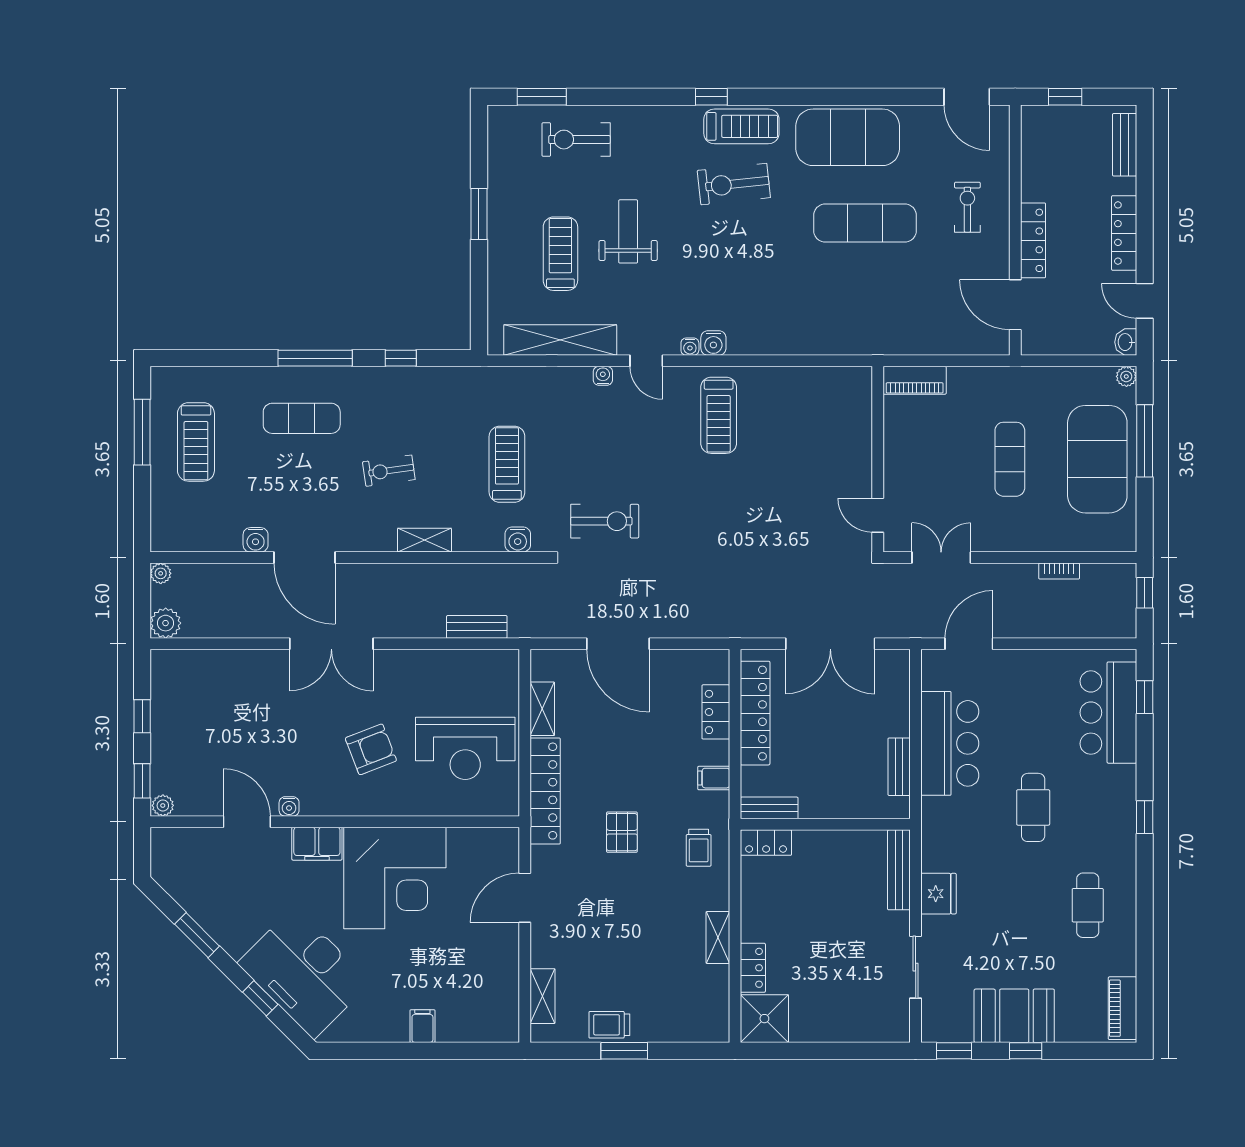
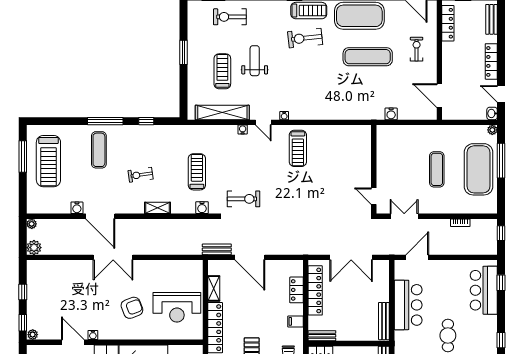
locker: (1033, 240) -> (448, 23), moved
water cooler: (713, 343) -> (391, 114), moved
piano: (915, 380) -> (391, 132), removed
exercise mat: (302, 418) -> (99, 150), turned 90
treadmill: (196, 442) -> (48, 161), width x1.37, depth x1.38
bench: (477, 627) -> (217, 249), moved
bench: (899, 767) -> (384, 321), width x1.36

